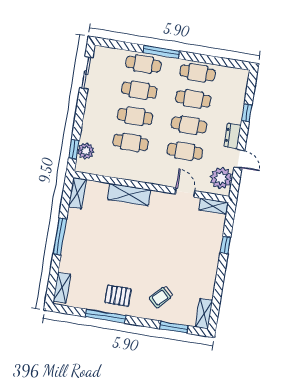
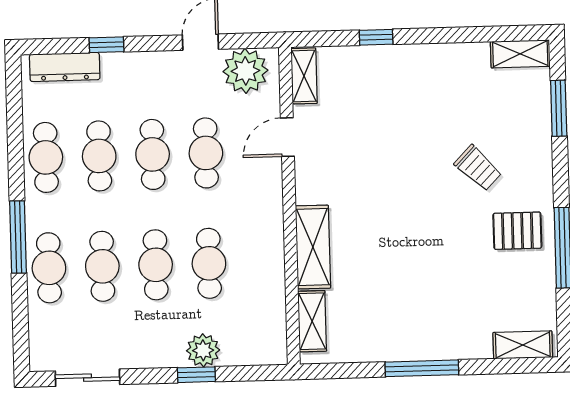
dresser: (232, 136) -> (65, 67), moved, width x1.44
window: (74, 149) -> (196, 375), moved
plant: (86, 151) -> (203, 350), moved
shelving: (77, 193) -> (312, 321), moved, turned 90
pallet: (118, 296) -> (517, 231), turned 90
trolley: (161, 297) -> (478, 168), moved

